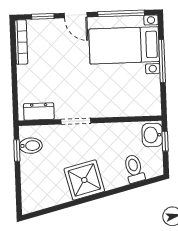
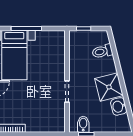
dresser: (39, 111) -> (59, 118), removed
washbasin: (152, 135) -> (119, 106), moved, turned 76

